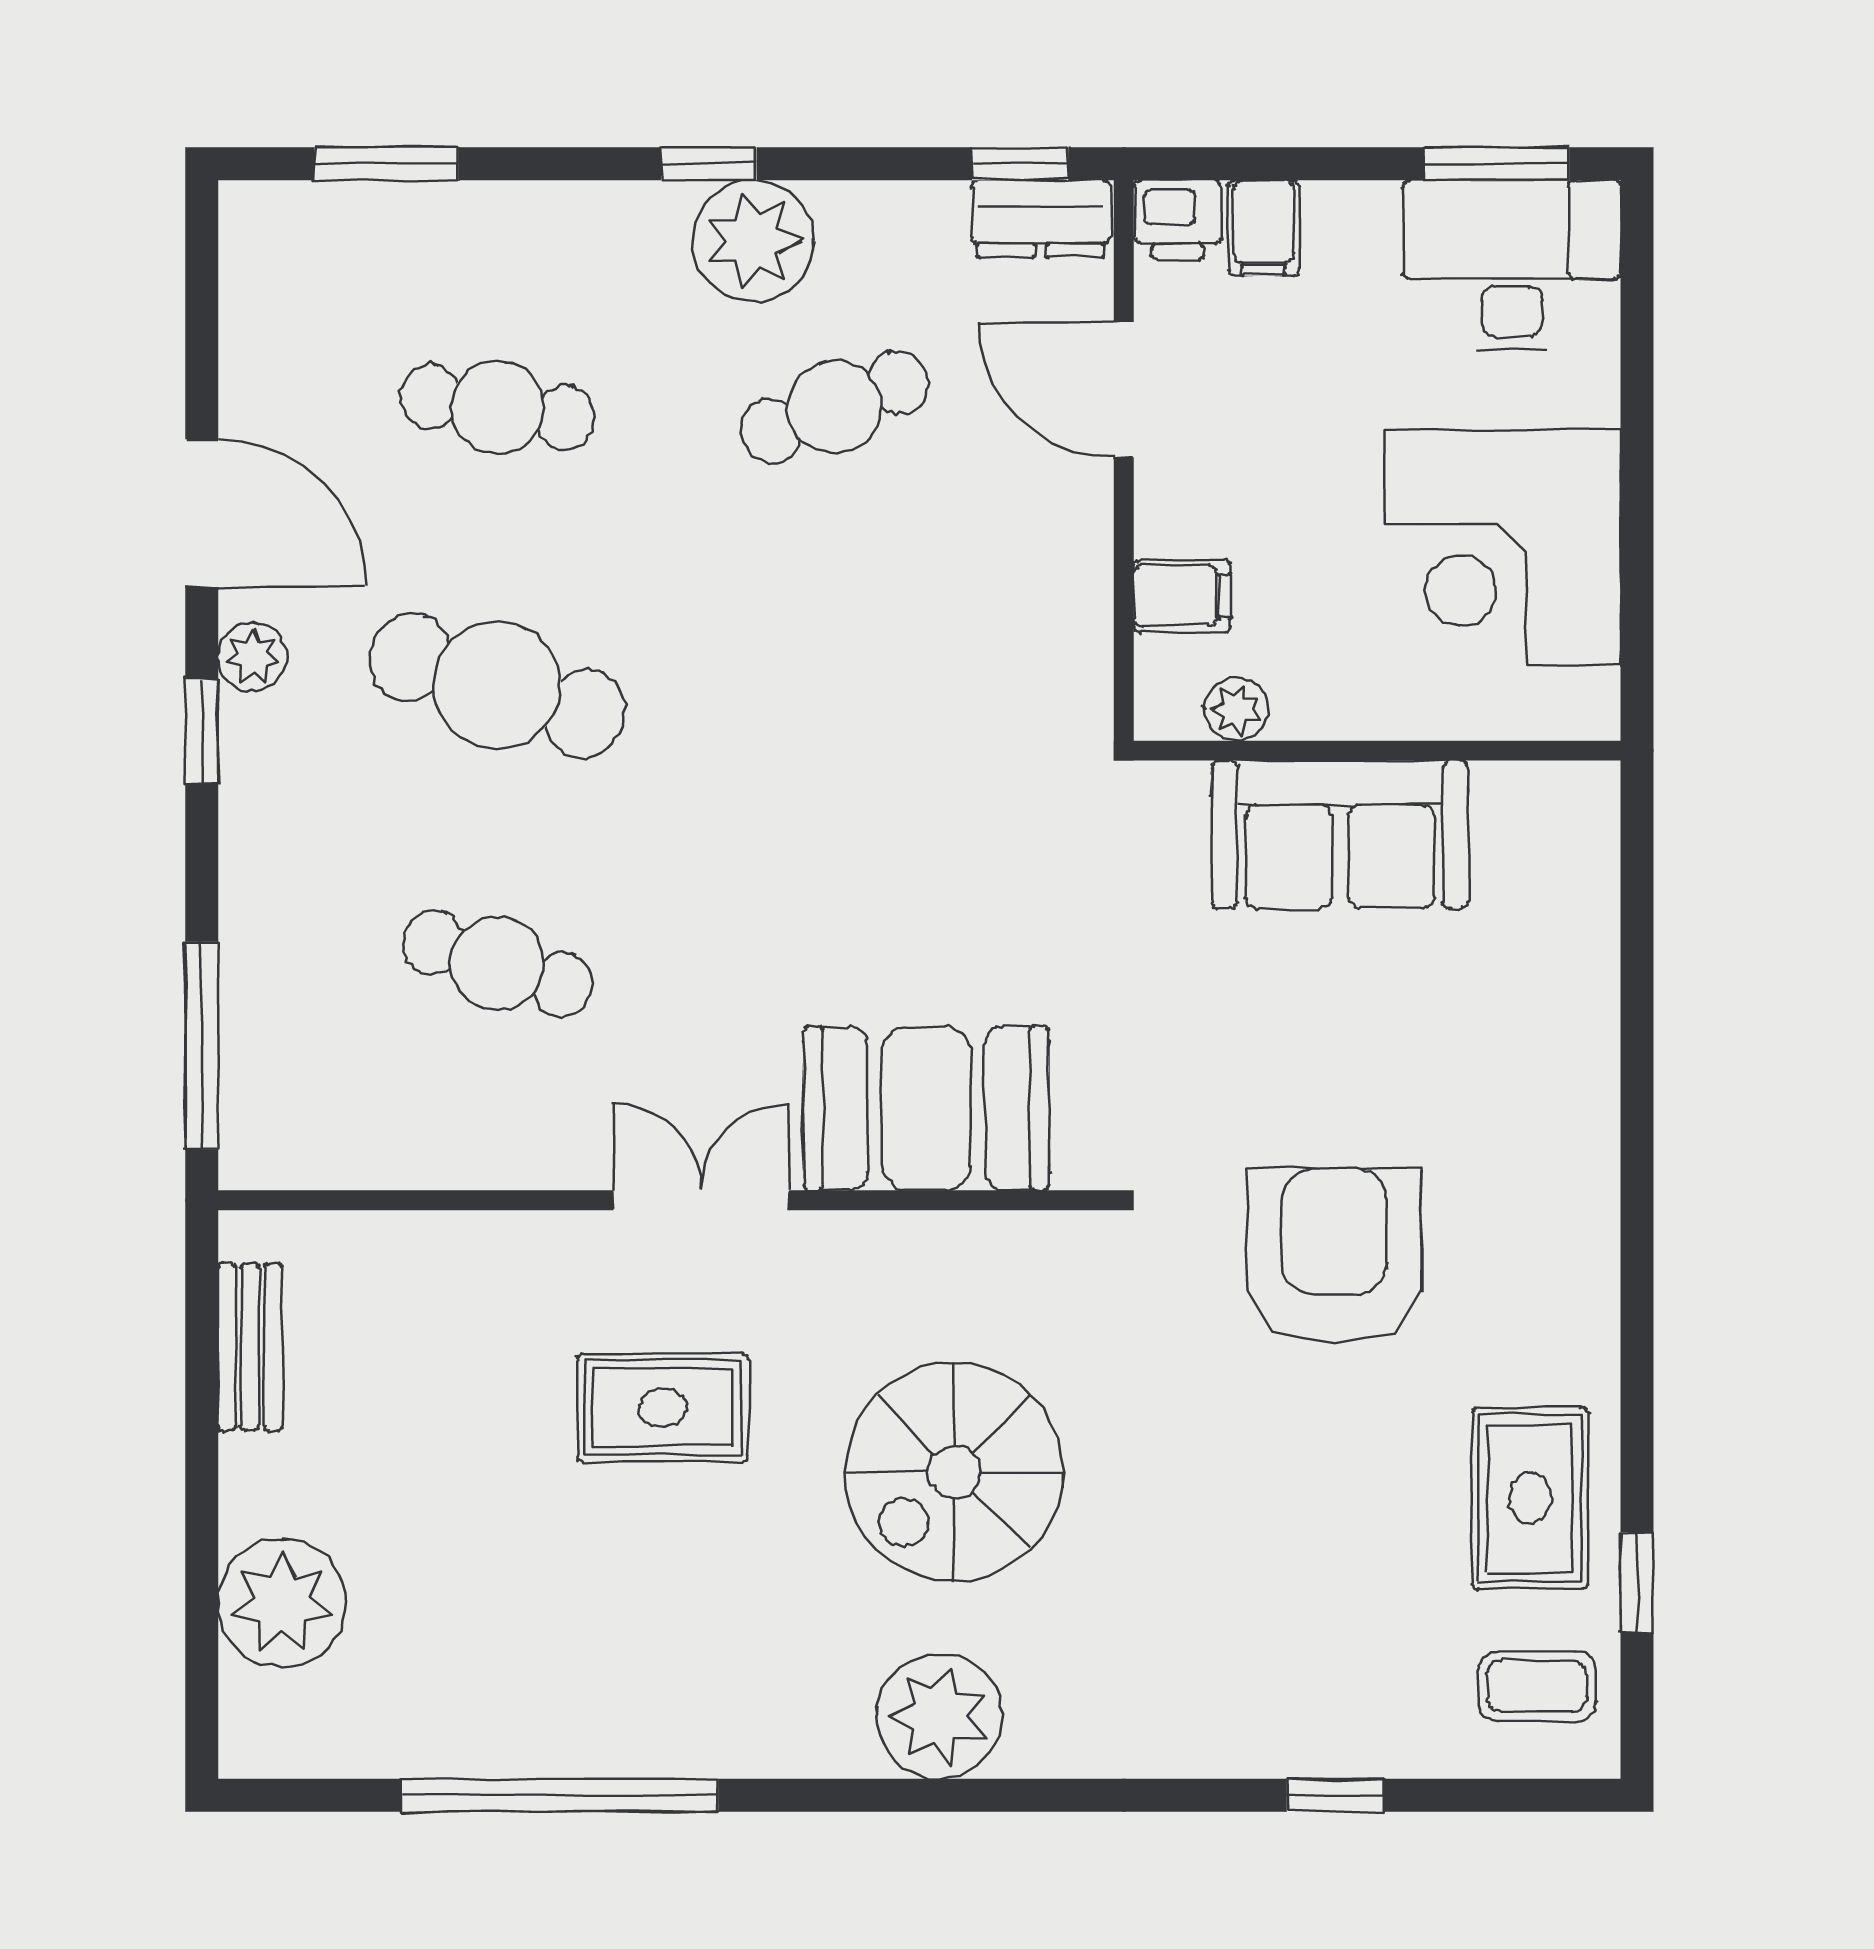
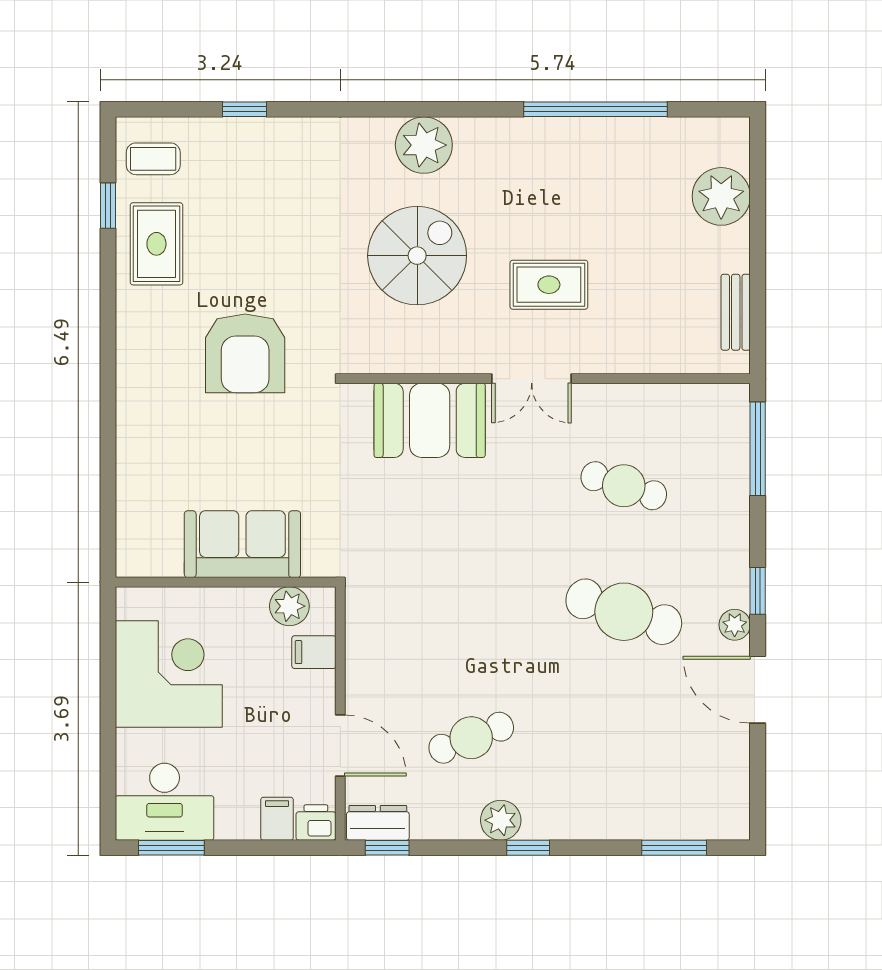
plant: (753, 241) -> (501, 820), width x0.73, depth x0.73
cafe table: (497, 407) -> (624, 738), removed
plant: (1236, 709) -> (289, 606), width x1.38, depth x1.38

